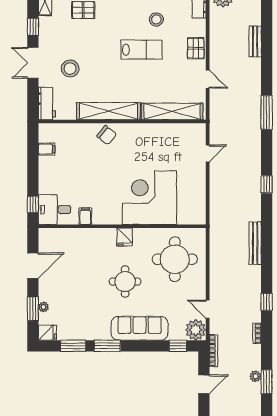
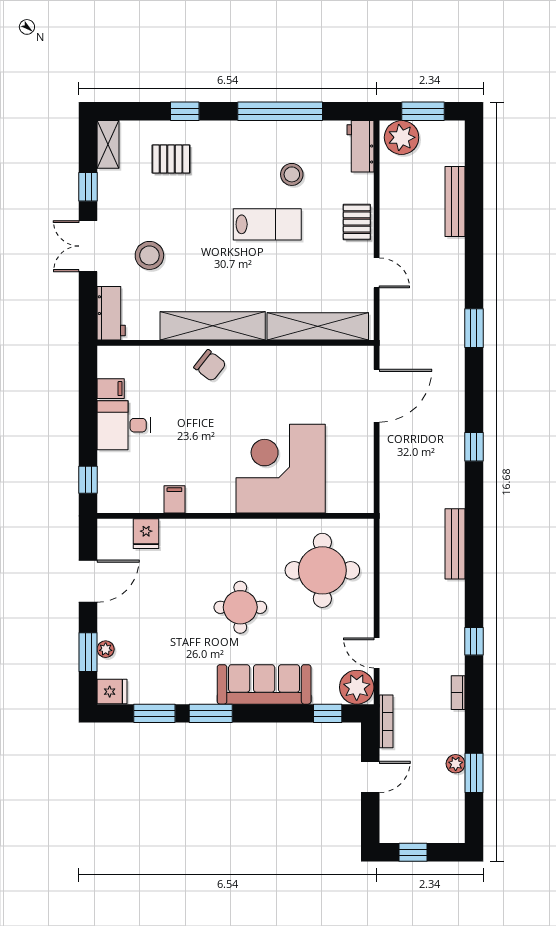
bench: (255, 42) -> (455, 201), width x1.36
window: (267, 112) -> (474, 328), width x0.69
door: (208, 153) -> (377, 396), width x1.88
desk: (55, 210) -> (124, 425), moved
fridge: (125, 237) -> (146, 534), moved

